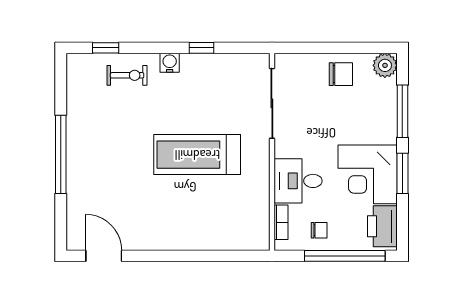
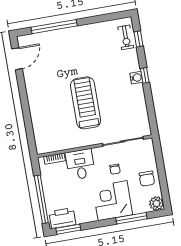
window: (201, 48) -> (145, 75), moved
exercise bike: (127, 75) -> (126, 37), moved
window: (61, 154) -> (54, 27), moved
window: (402, 173) -> (68, 229), moved
corner desk: (368, 174) -> (113, 201), moved
chair: (319, 230) -> (115, 169), moved

